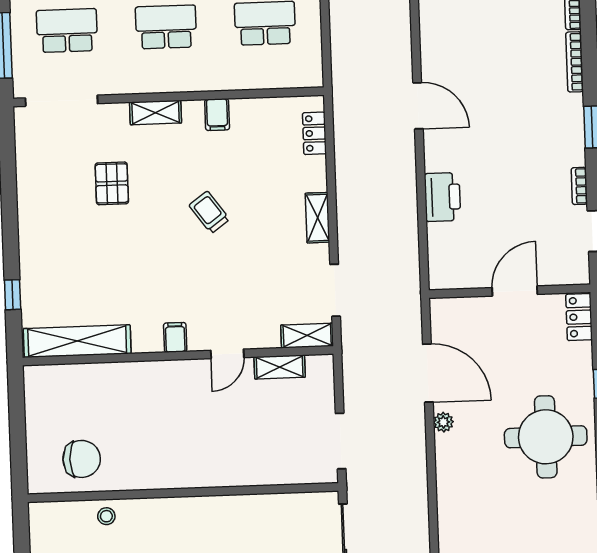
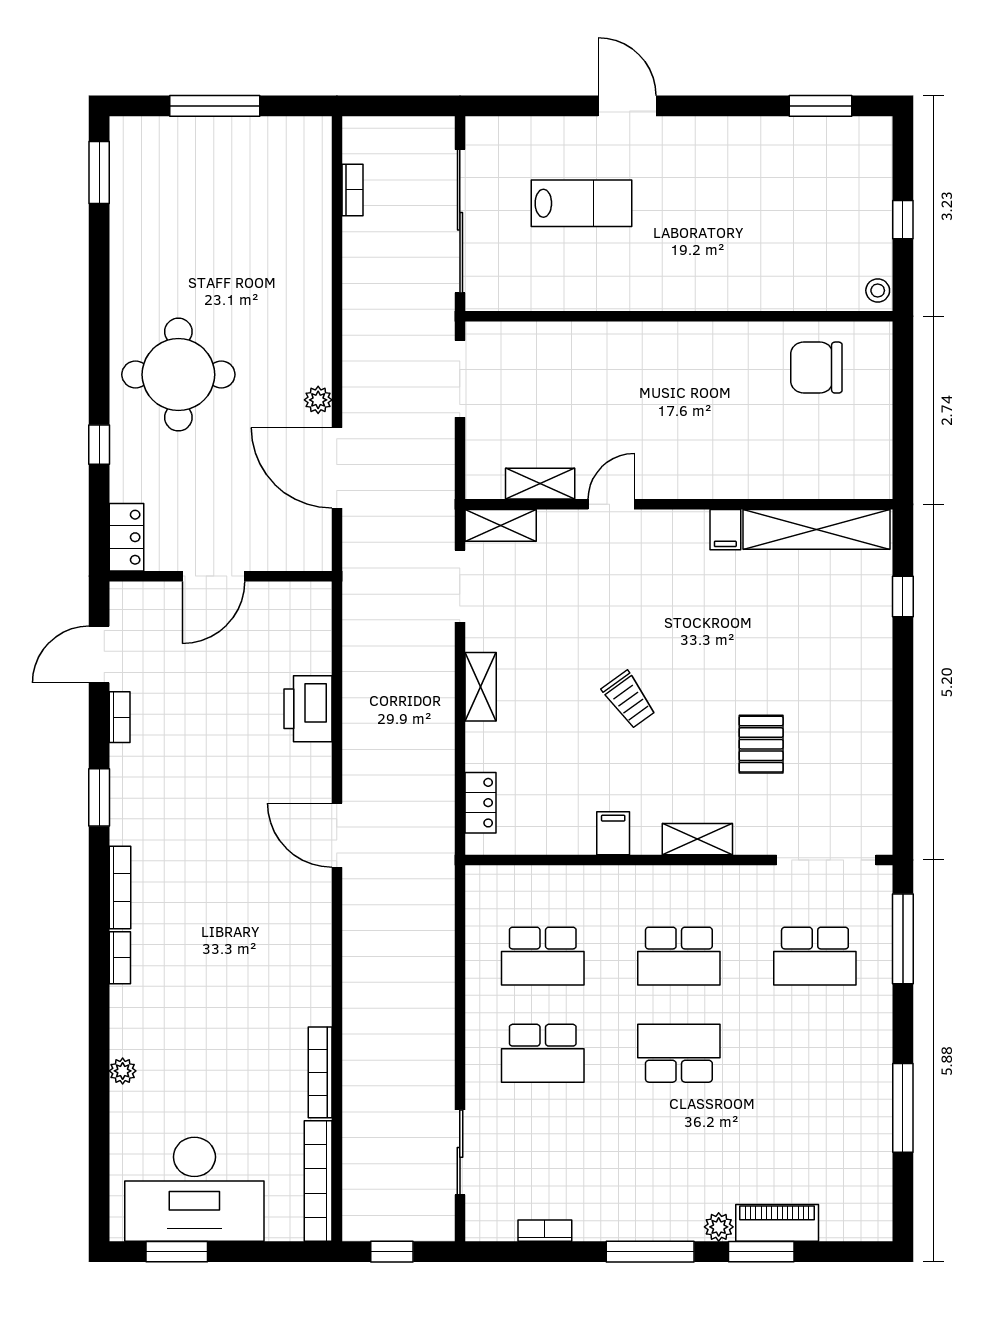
filing cabinet: (175, 337) -> (725, 530), moved
stool: (106, 516) -> (878, 290), moved

